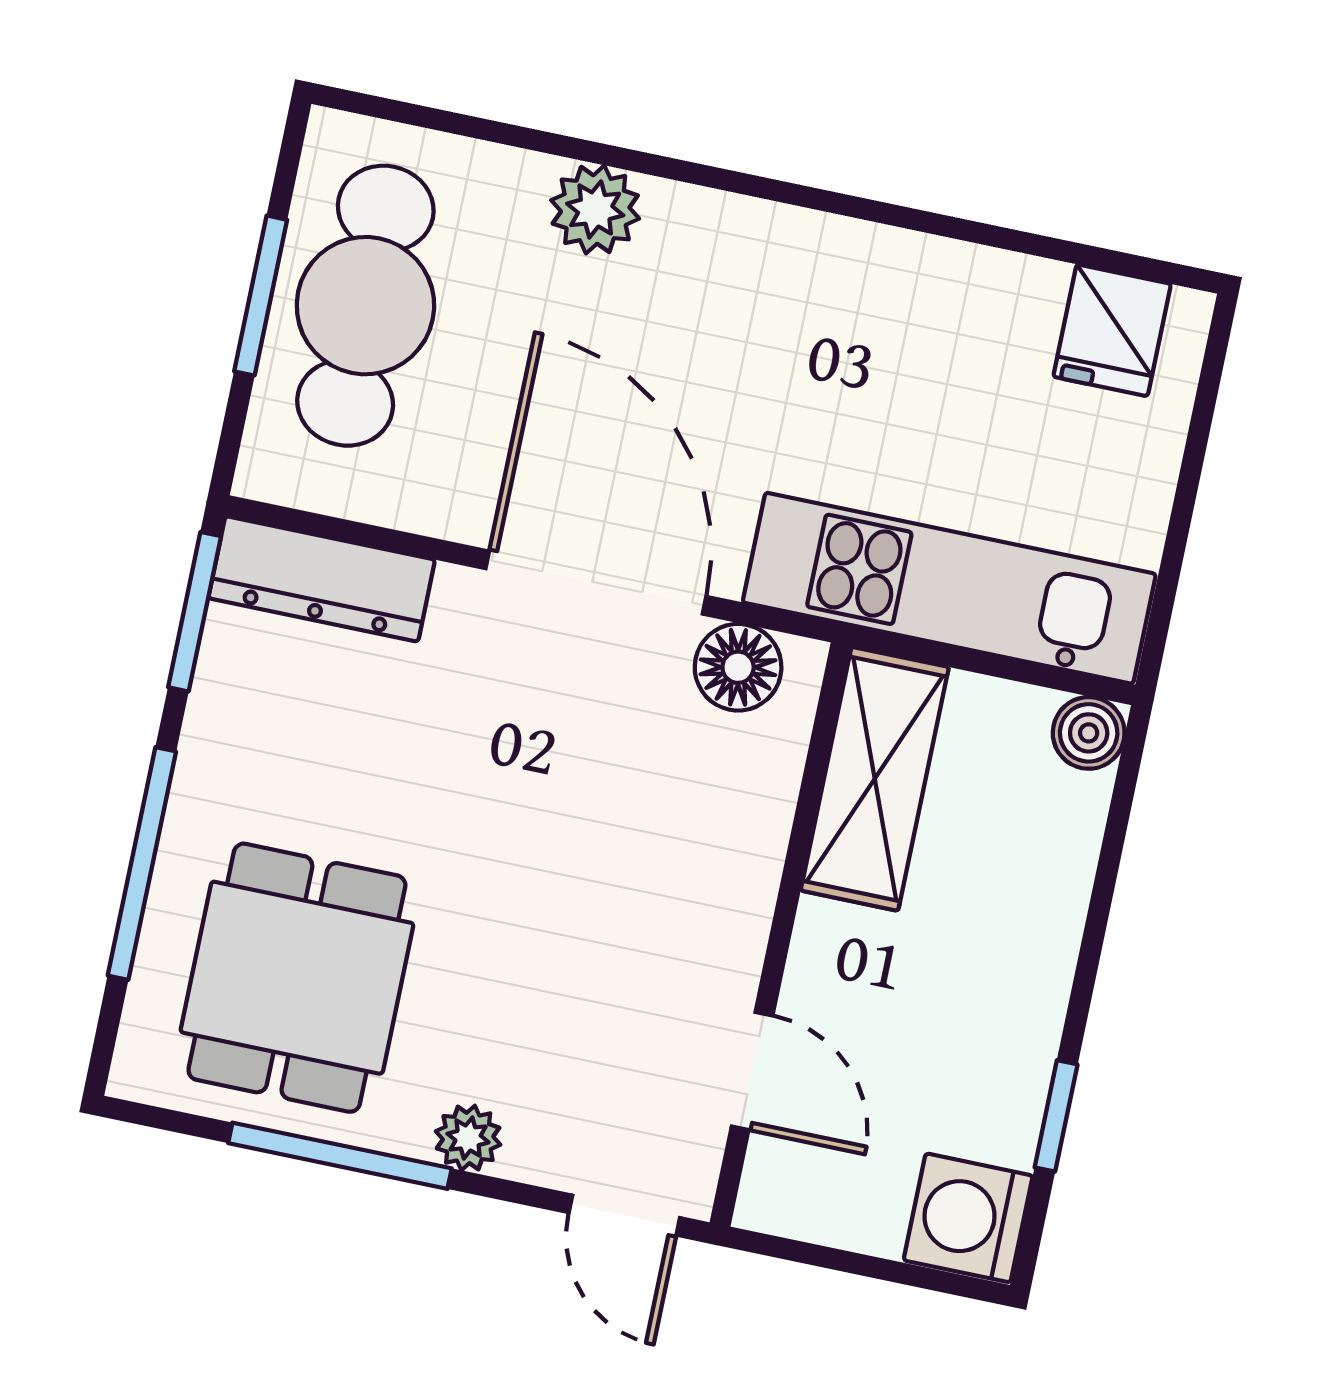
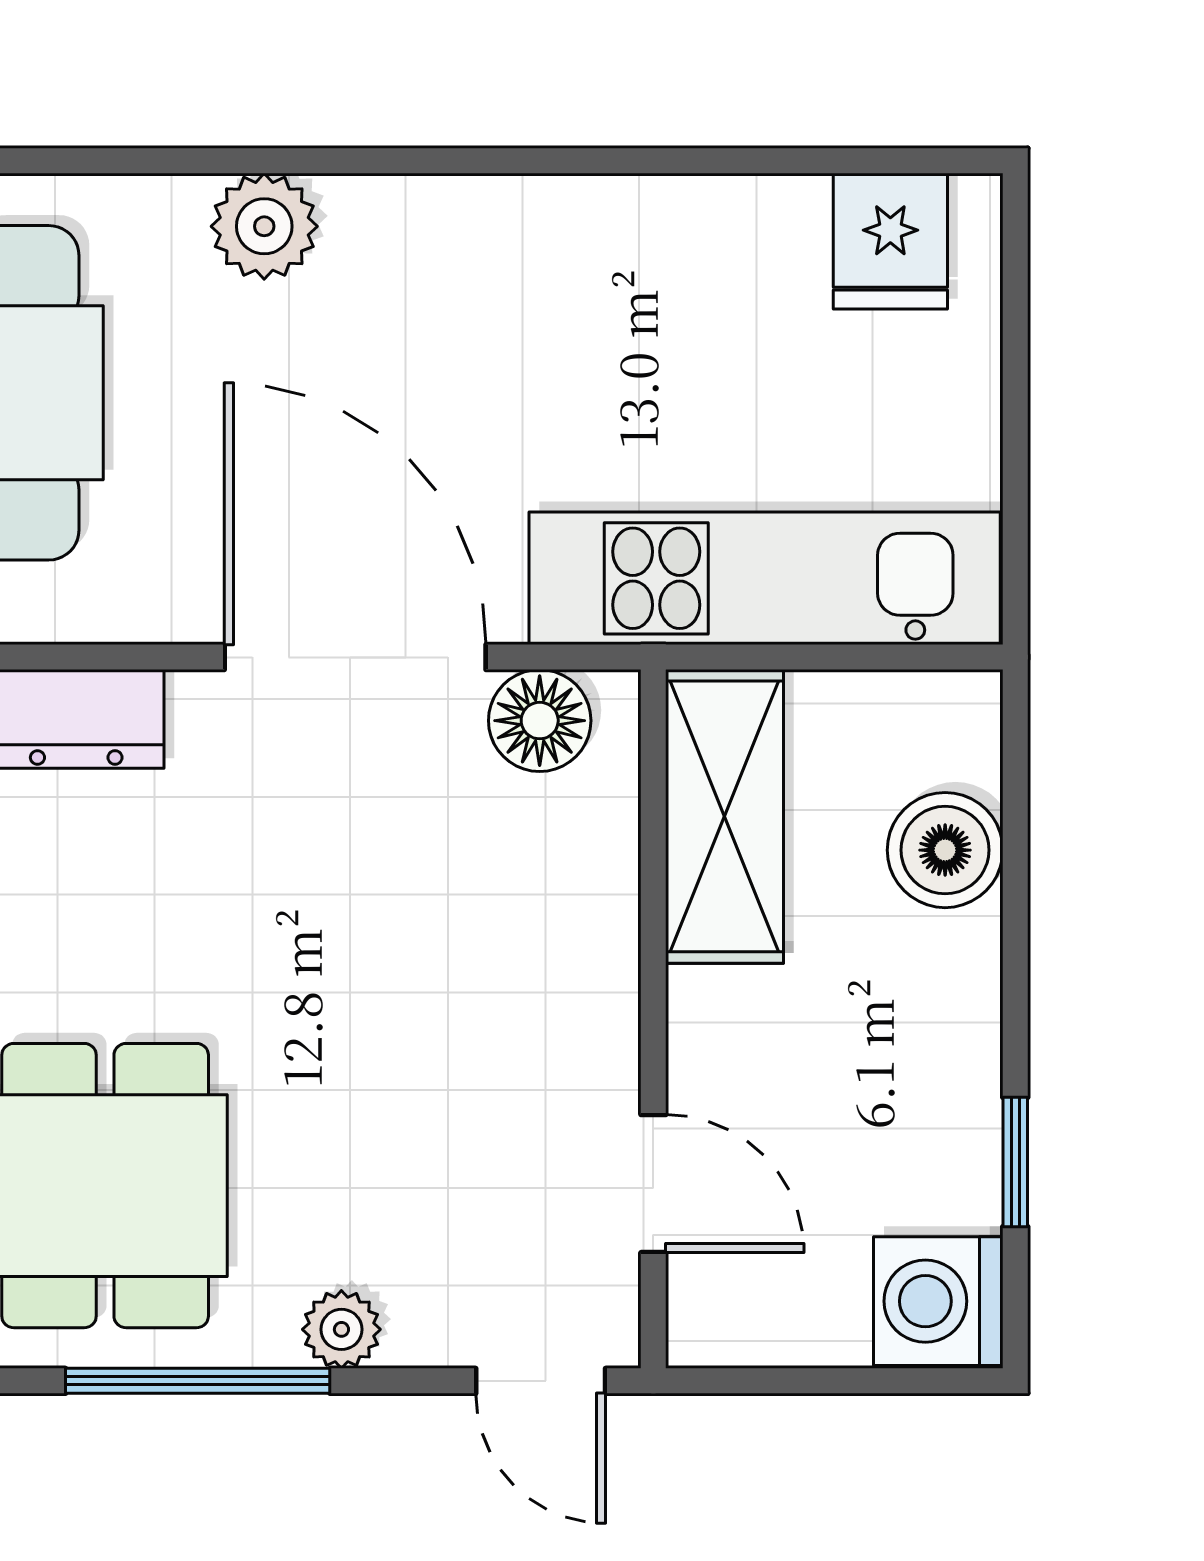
boiler: (1089, 733) -> (945, 850), moved, width x1.36, depth x1.36

